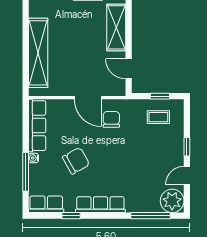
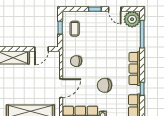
door: (88, 98) -> (61, 88), moved
chair: (76, 161) -> (105, 85), turned -61

